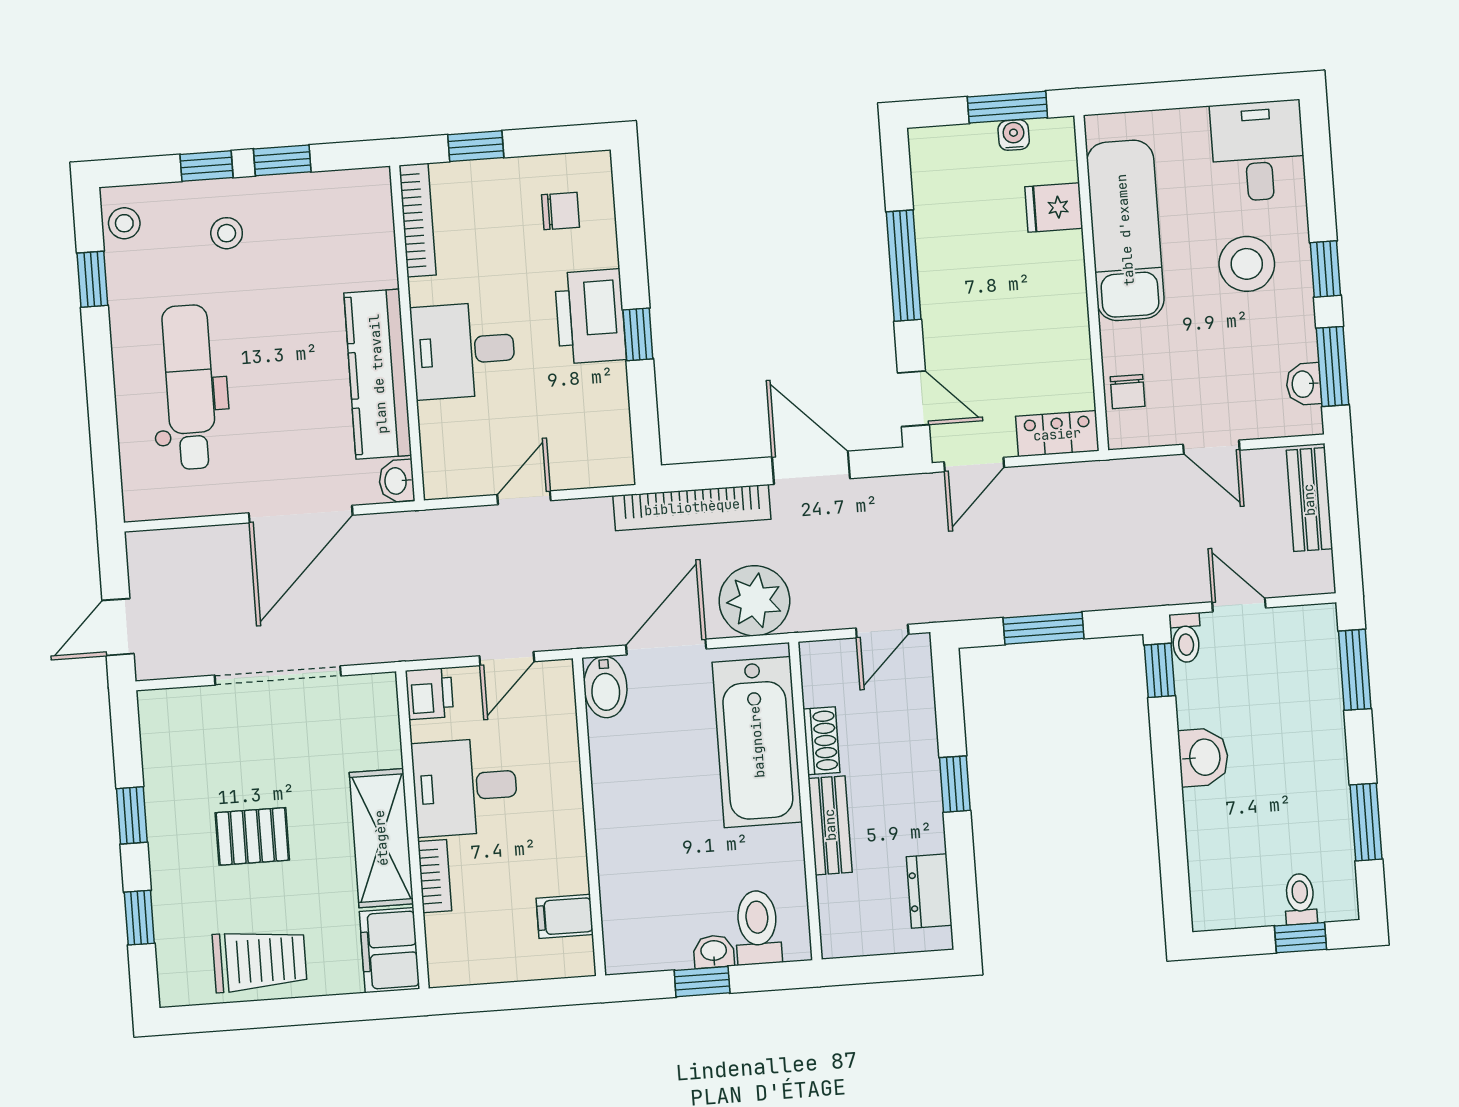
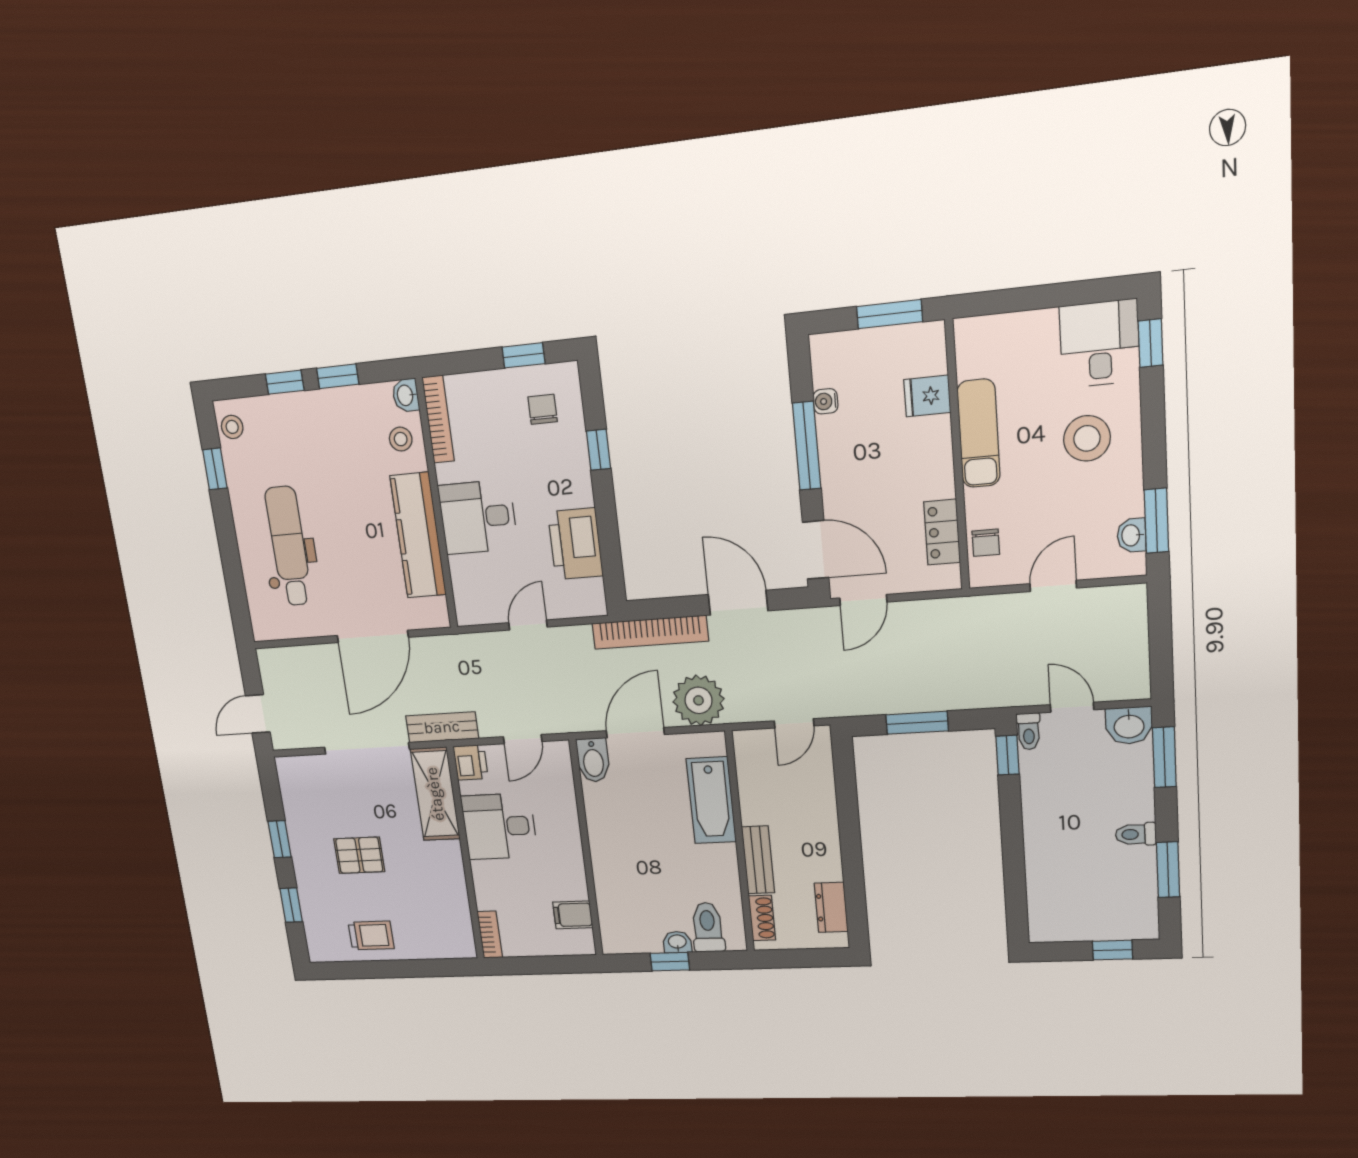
water cooler: (1014, 135) -> (826, 401), moved, turned -90
window: (476, 146) -> (524, 355), moved
chair: (561, 211) -> (543, 409), turned -90
exam couch: (1125, 230) -> (979, 433), width x0.73, depth x0.69
stool: (227, 233) -> (401, 439), moved
window: (1325, 269) -> (1150, 343), moved
printer: (590, 316) -> (575, 544), moved
window: (638, 334) -> (599, 450), moved
door: (913, 399) -> (816, 550), width x1.38
locker: (1057, 434) -> (942, 532), moved, turned -90
door: (1211, 447) -> (1053, 586), swing flipped
washbasin: (397, 481) -> (406, 395), moved
bench: (1309, 500) -> (442, 727), moved, turned 90
shoe rack: (821, 741) -> (762, 918), moved
bathtub: (757, 742) -> (711, 800), width x0.73, depth x0.73
washbasin: (1203, 757) -> (1129, 725), moved, turned 90
window: (955, 784) -> (850, 834), removed
shelving: (381, 838) -> (435, 794), moved
bookcase: (435, 876) -> (490, 935), moved
toilet: (1300, 899) -> (1136, 834), moved, turned -90
filing cabinet: (389, 950) -> (456, 932), removed
trolley: (260, 961) -> (371, 935), width x0.73, depth x0.72

